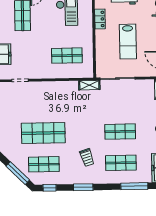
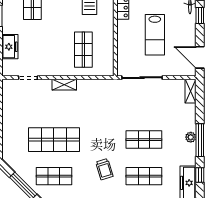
shop shelf: (67, 56) -> (83, 50), turned 90
shelving: (89, 85) -> (64, 85), moved

